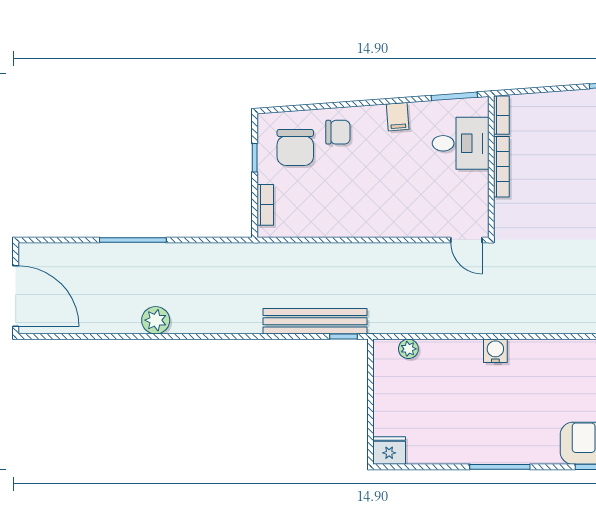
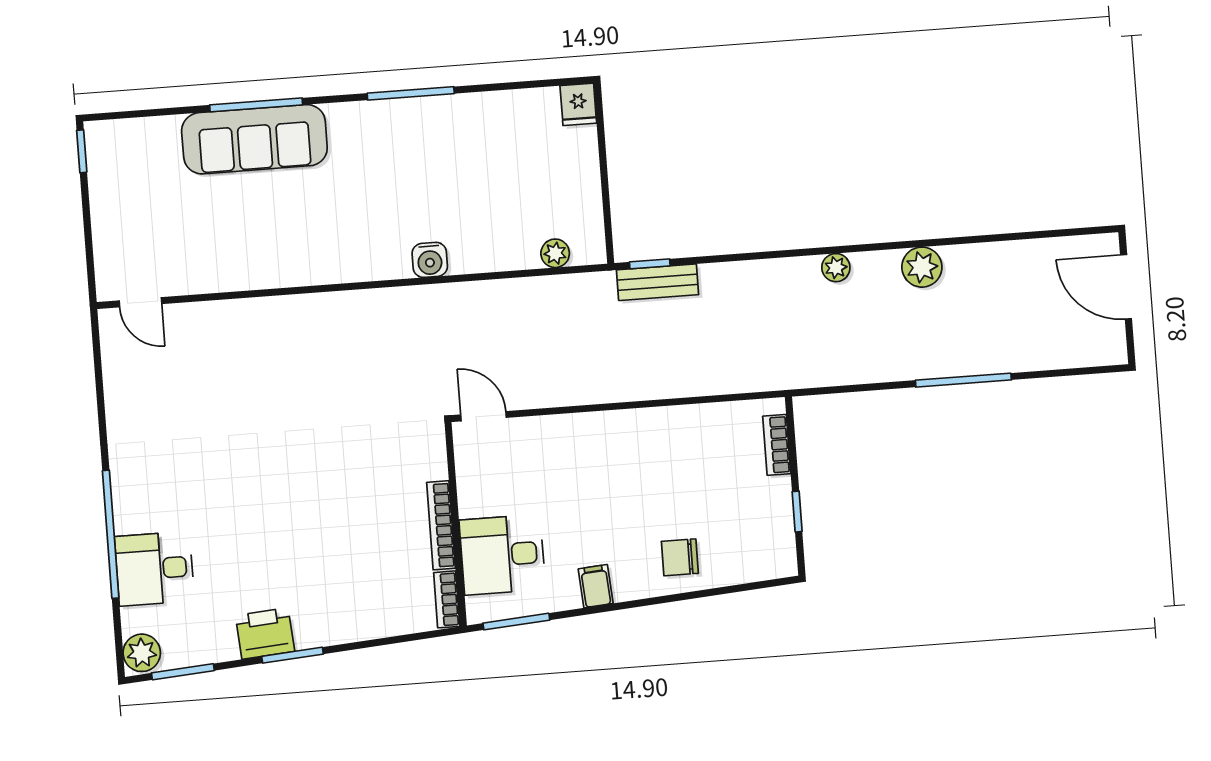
chair: (295, 147) -> (740, 531), removed
door: (16, 296) -> (1126, 287), width x0.73
bench: (315, 321) -> (658, 282), width x0.54, depth x0.82
plant: (215, 324) -> (836, 268), added
fridge: (389, 451) -> (578, 104), width x0.72

